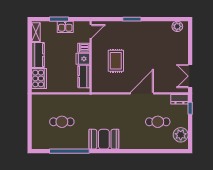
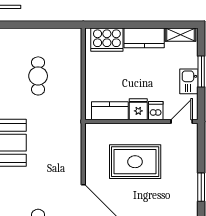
door: (91, 31) -> (182, 121), swing flipped
rug: (116, 61) -> (135, 162), width x1.36, depth x1.43

